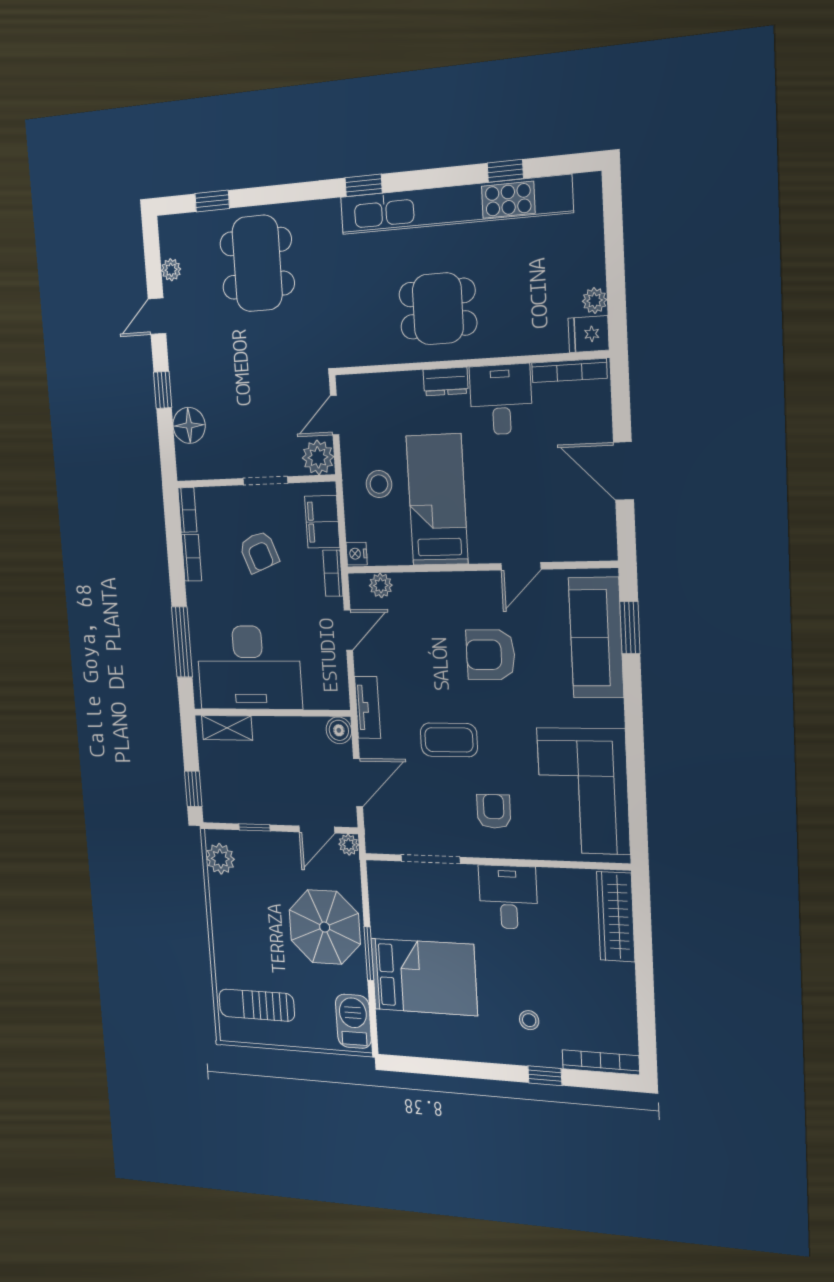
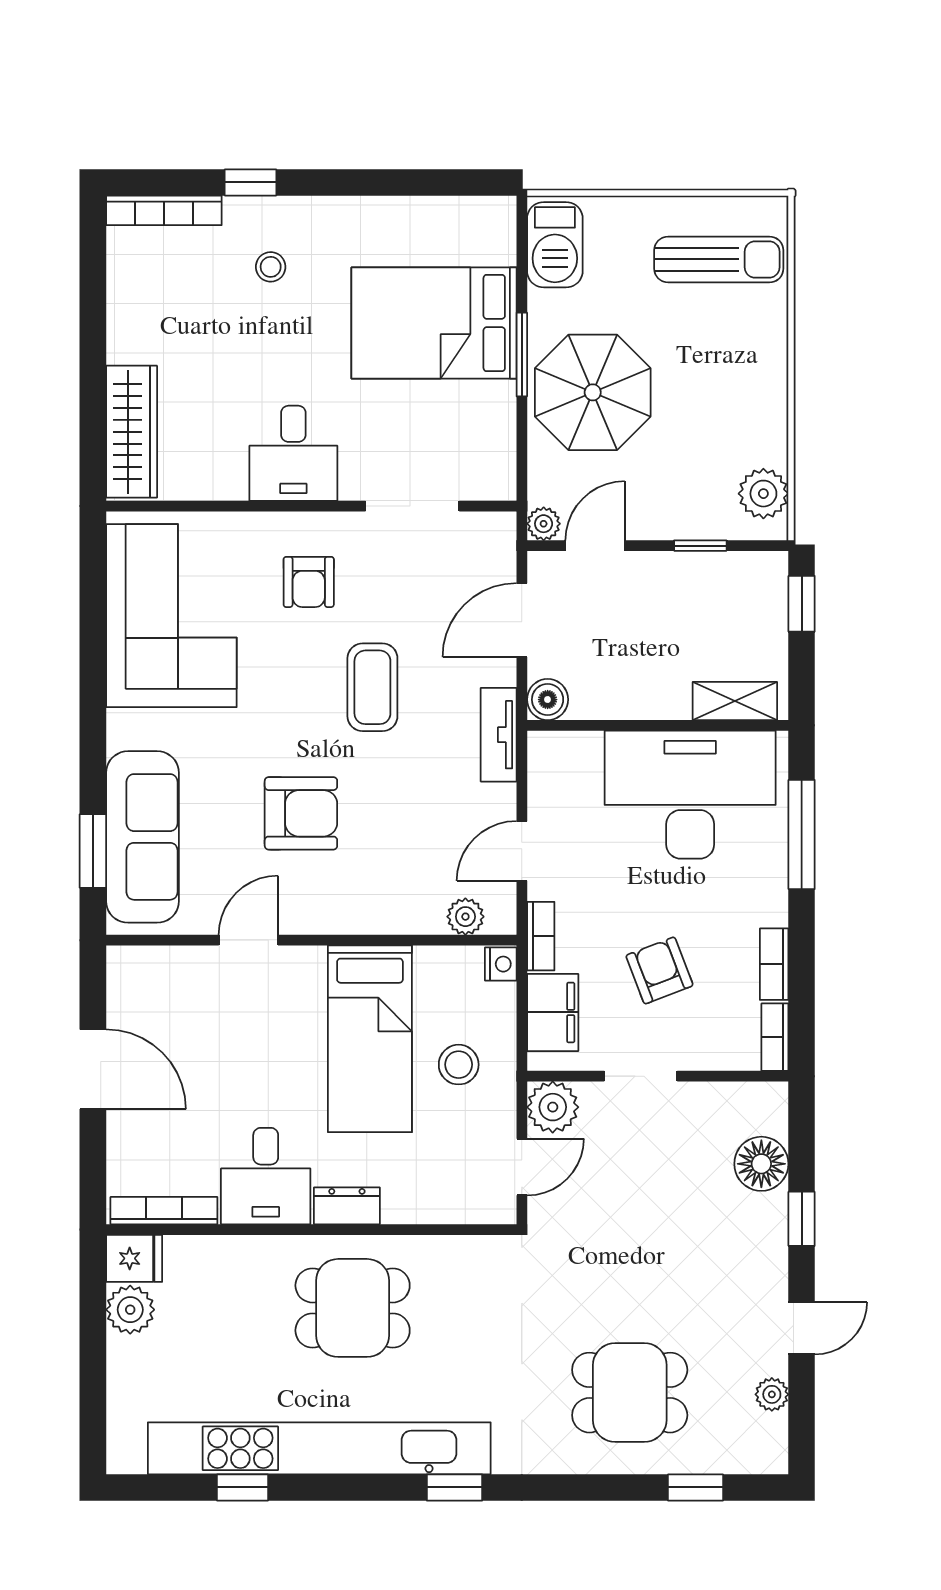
dining table: (257, 263) -> (630, 1393), width x0.73
plant: (595, 301) -> (130, 1310), width x1.38, depth x1.38
coffee table: (449, 740) -> (372, 687), turned 90

